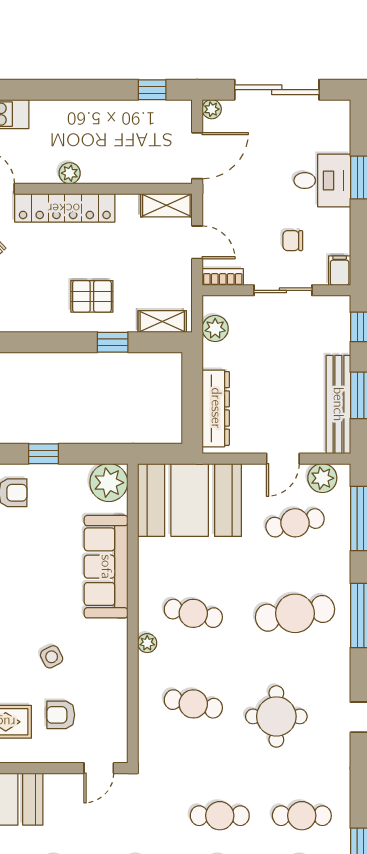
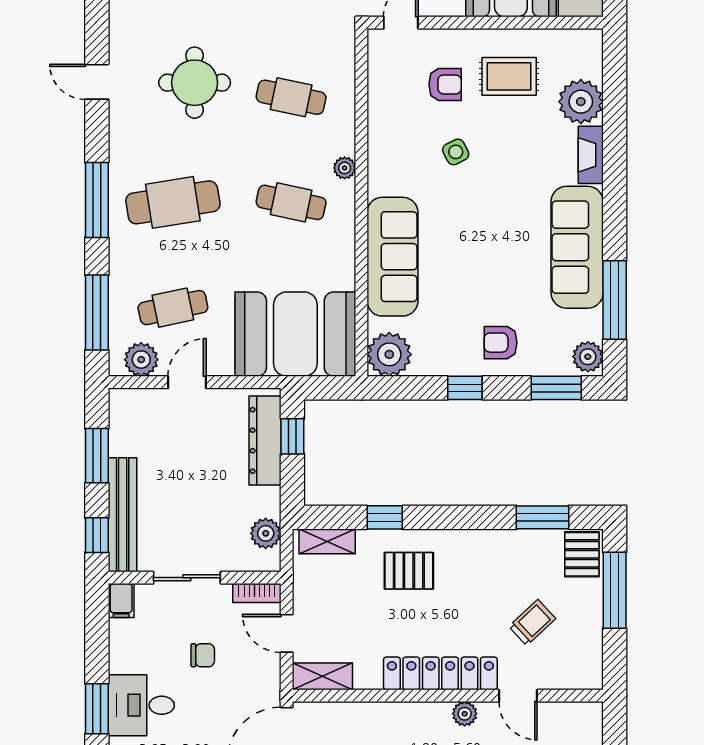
plant: (70, 173) -> (465, 714), moved
chair: (293, 241) -> (203, 655), moved
bench: (338, 404) -> (123, 515), moved
window: (192, 412) -> (292, 436), added

